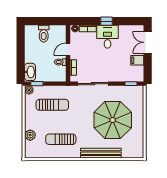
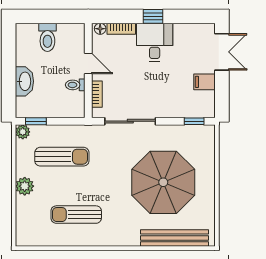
double door: (148, 42) -> (222, 52), swing flipped
door: (68, 49) -> (88, 63), swing flipped
washbasin: (30, 72) -> (24, 81), moved
plant: (30, 135) -> (25, 186), moved
bench: (101, 153) -> (175, 238), moved

